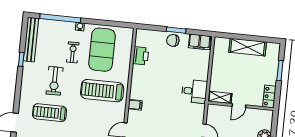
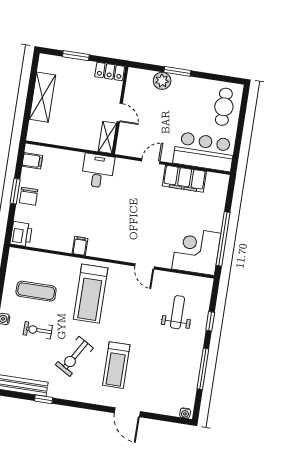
filing cabinet: (200, 42) -> (32, 161), width x0.50
exercise mat: (102, 50) -> (36, 291), width x0.50, depth x0.69
printer: (141, 56) -> (21, 234), moved, turned 90
exercise bike: (55, 81) -> (74, 356), turned 121
filing cabinet: (135, 105) -> (80, 246), moved

